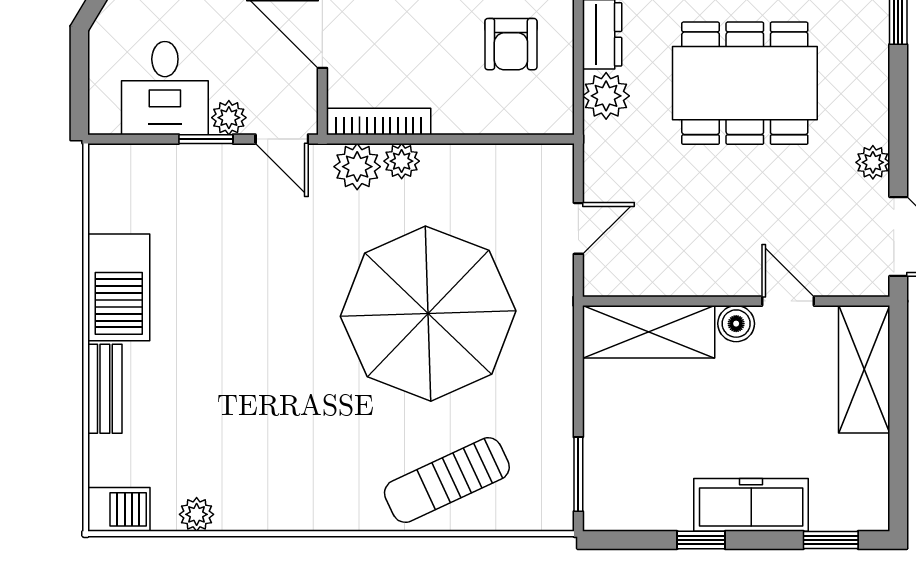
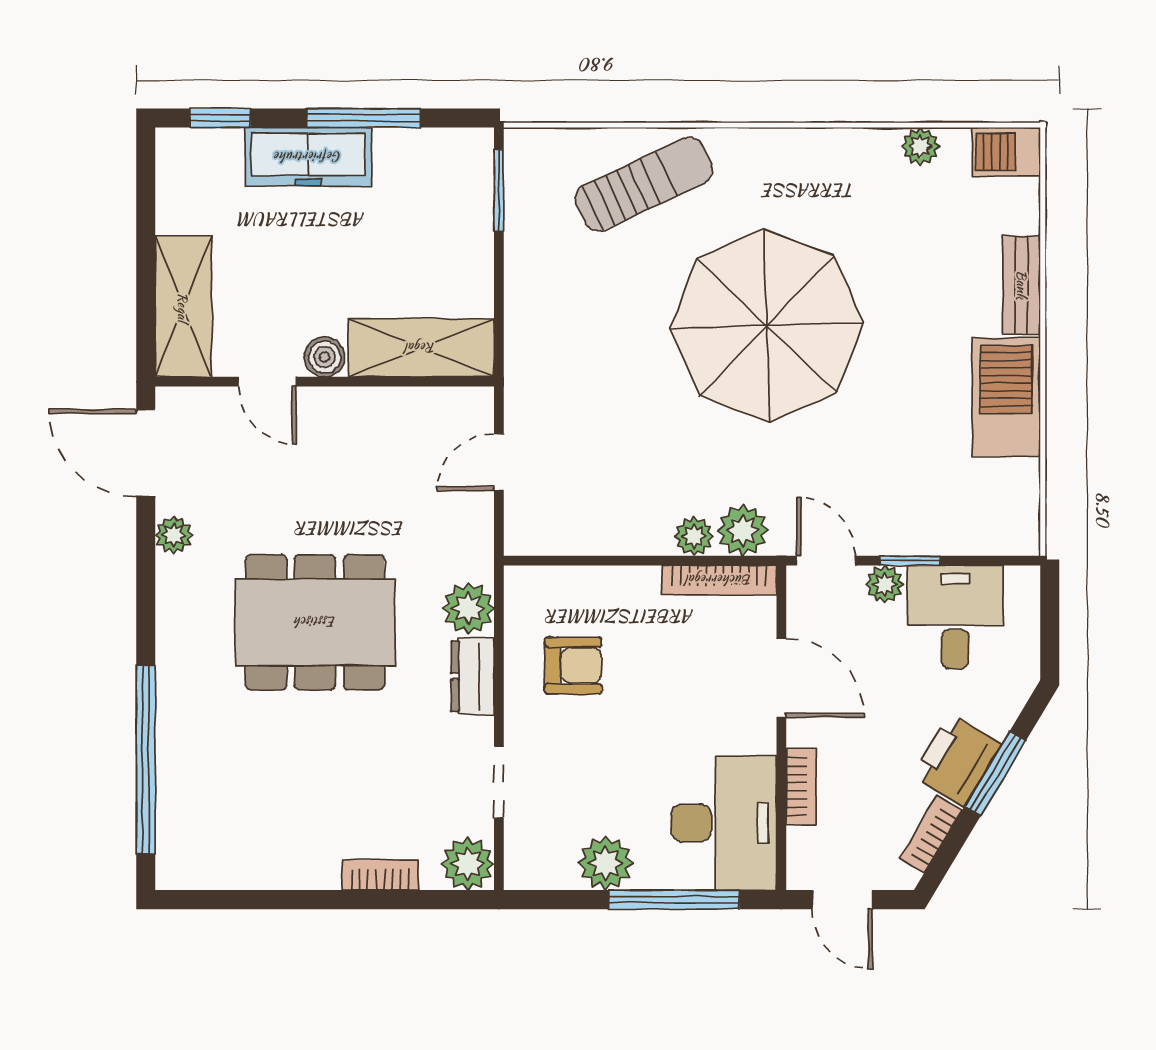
armchair: (511, 44) -> (573, 665), turned 90
parasol: (428, 314) -> (767, 326), moved
window: (701, 540) -> (363, 118), width x2.17

